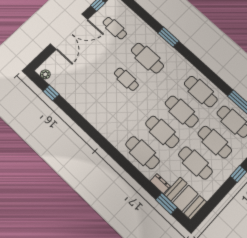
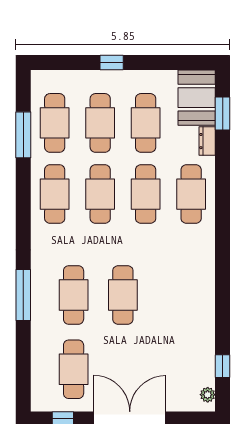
cafe table: (115, 28) -> (74, 369), width x1.37, depth x1.35
window: (168, 37) -> (23, 295), width x1.44
cafe table: (126, 79) -> (123, 295), width x1.37, depth x1.35

